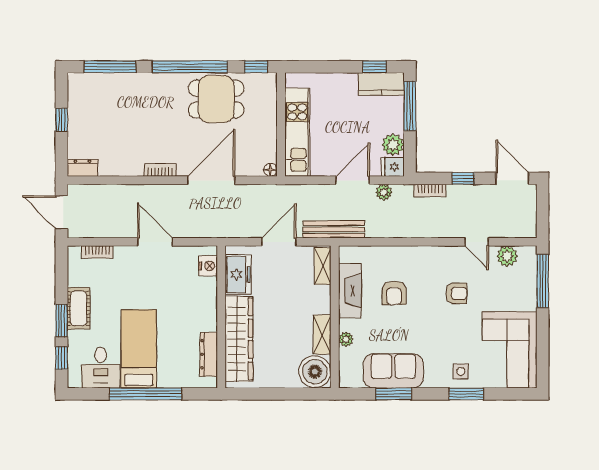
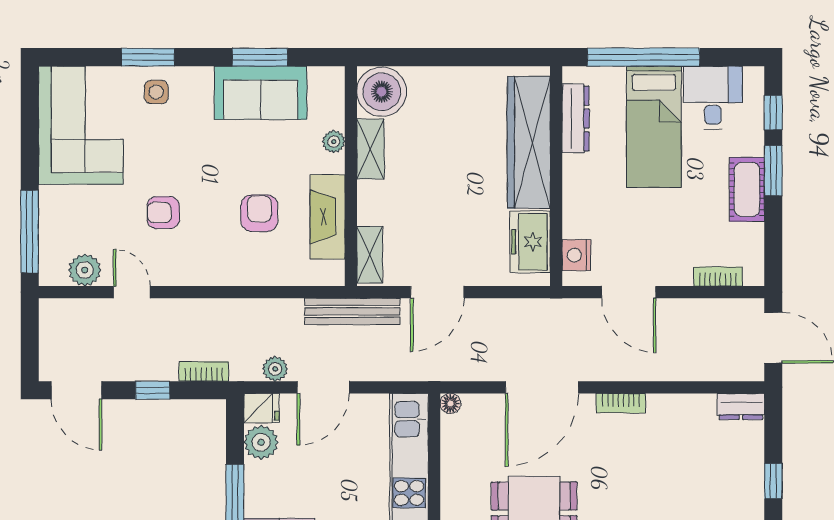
nightstand: (208, 266) -> (576, 255), moved
freezer: (238, 274) -> (530, 242), moved
wall: (221, 317) -> (556, 176), moved
wardrobe: (239, 339) -> (529, 142), moved
dresser: (209, 354) -> (576, 119), moved

